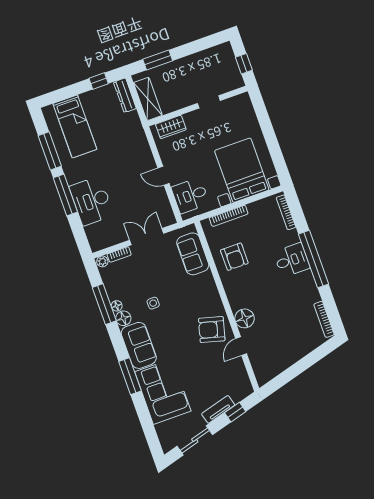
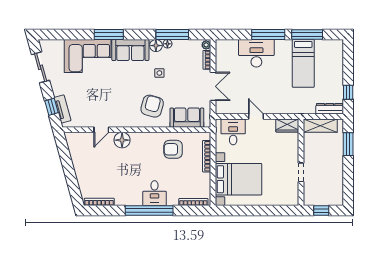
bed: (75, 126) -> (303, 63), moved, turned -90
wardrobe: (171, 127) -> (287, 125), moved, turned -90
door: (164, 176) -> (256, 116), hinge flipped
armchair: (212, 330) -> (152, 106), moved
door: (241, 346) -> (101, 130), swing flipped
tv unit: (218, 409) -> (62, 109), moved

